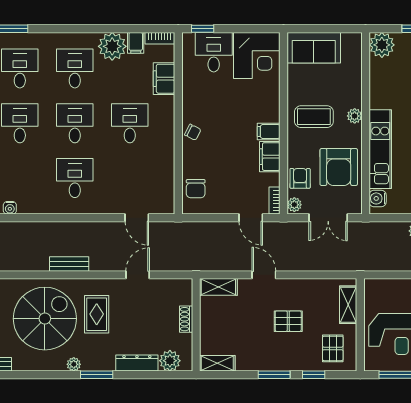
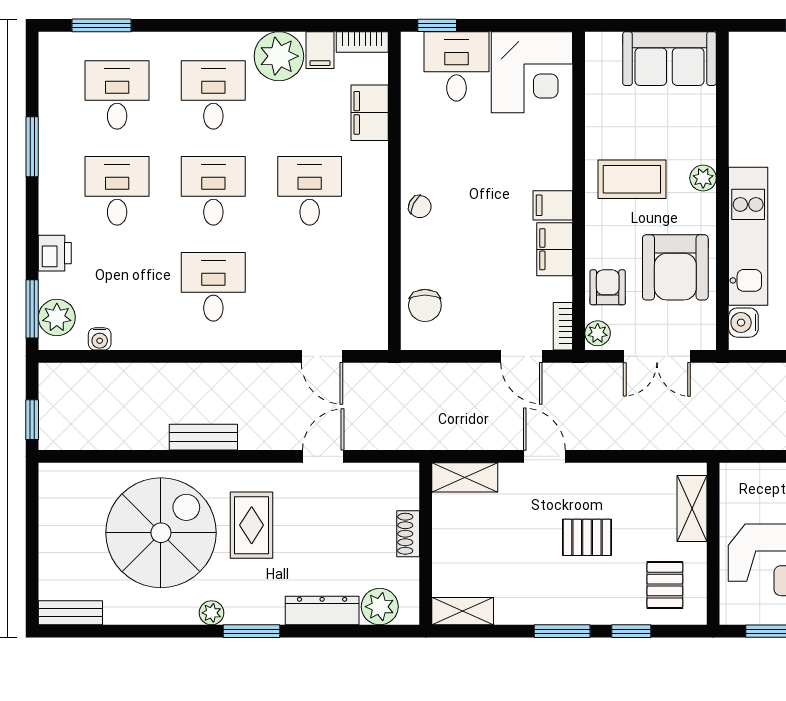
plant: (382, 45) -> (751, 54), removed
sofa: (314, 48) -> (669, 59), moved

